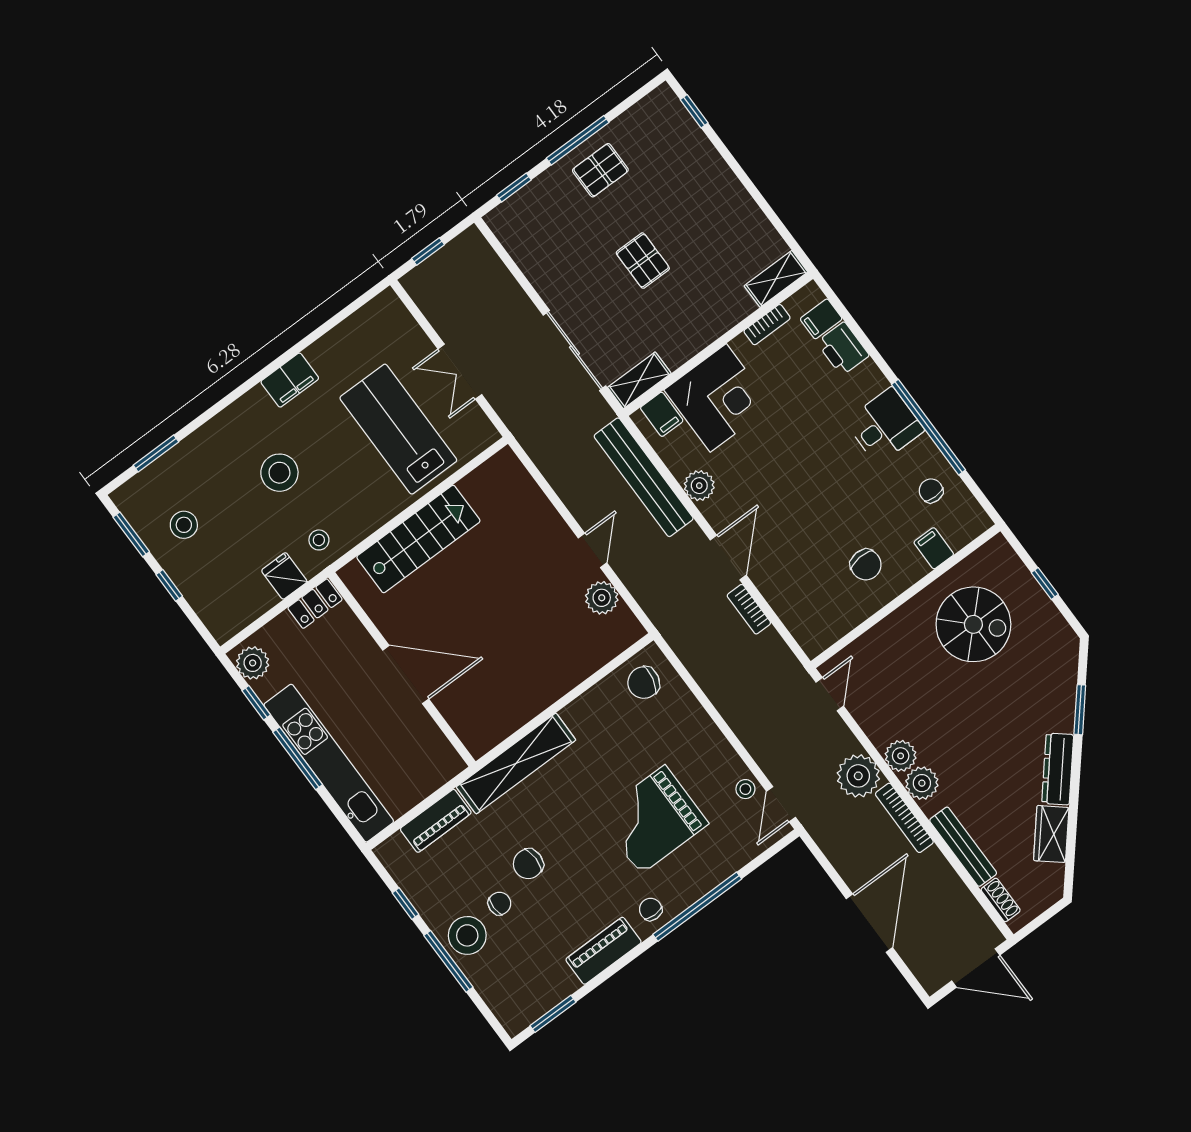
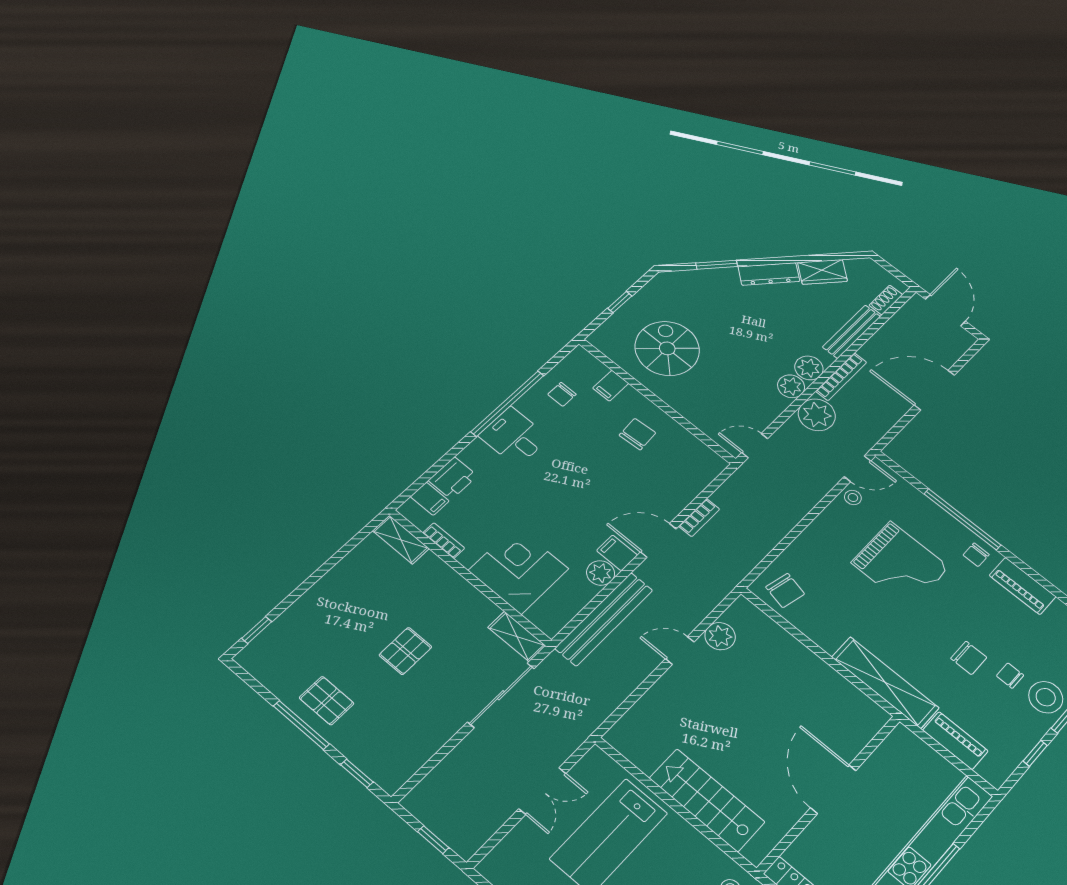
filing cabinet: (662, 414) -> (617, 553), moved, turned -90

